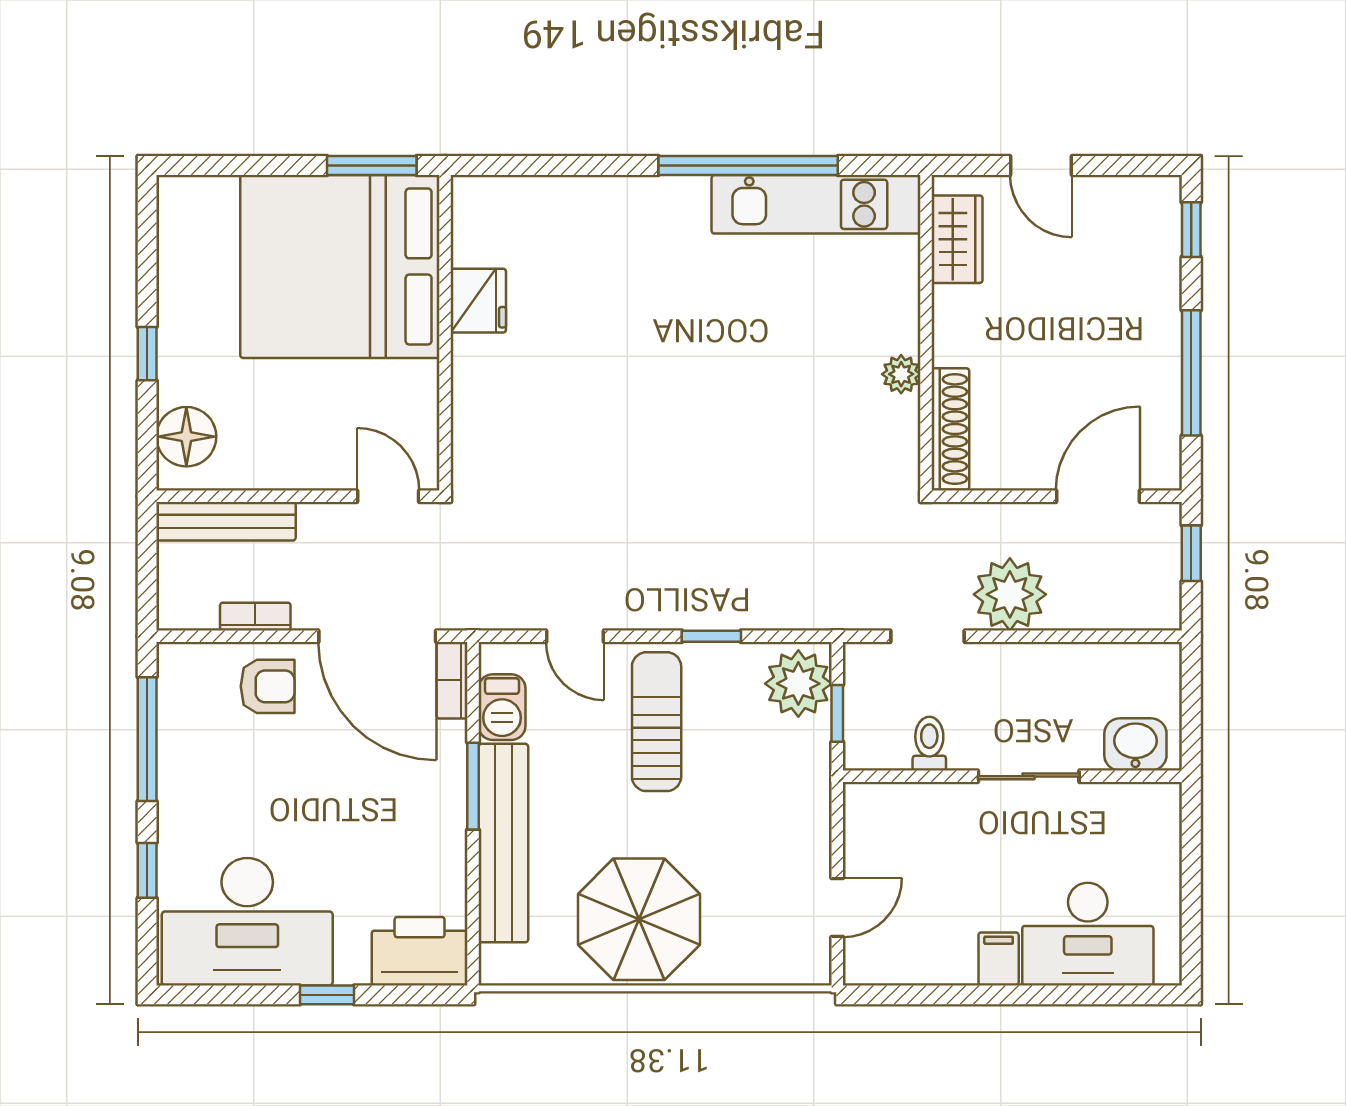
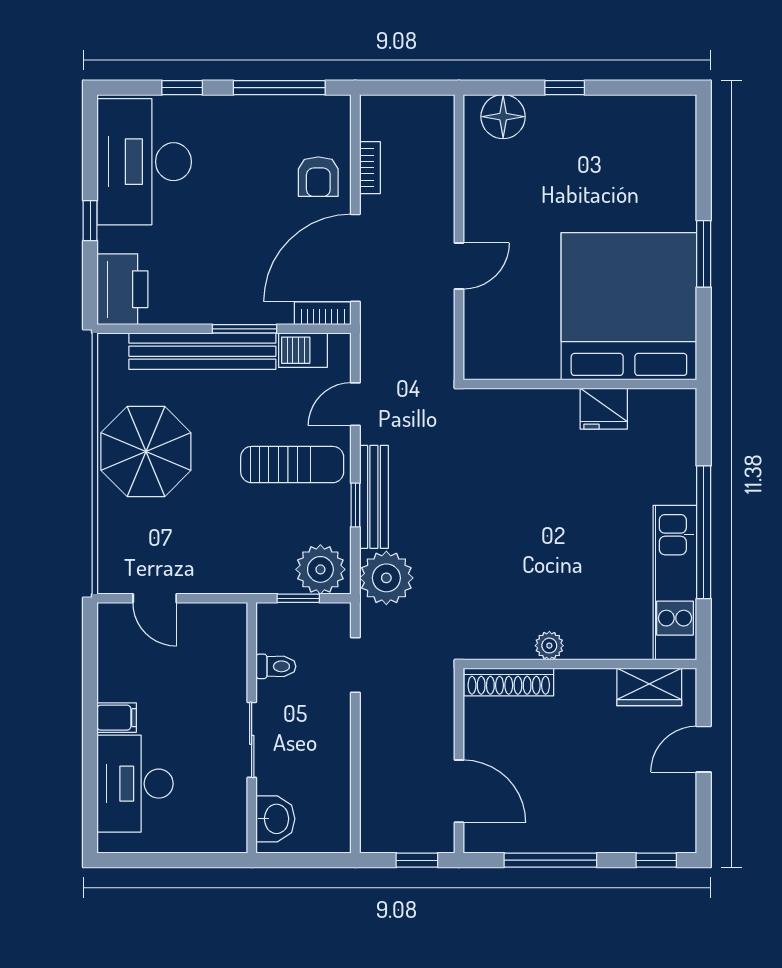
bed: (340, 266) -> (629, 306), moved
fridge: (478, 301) -> (604, 409), moved
wall: (445, 333) -> (580, 384), moved
bench: (226, 521) -> (374, 497), moved
plant: (1010, 594) -> (386, 578), moved

